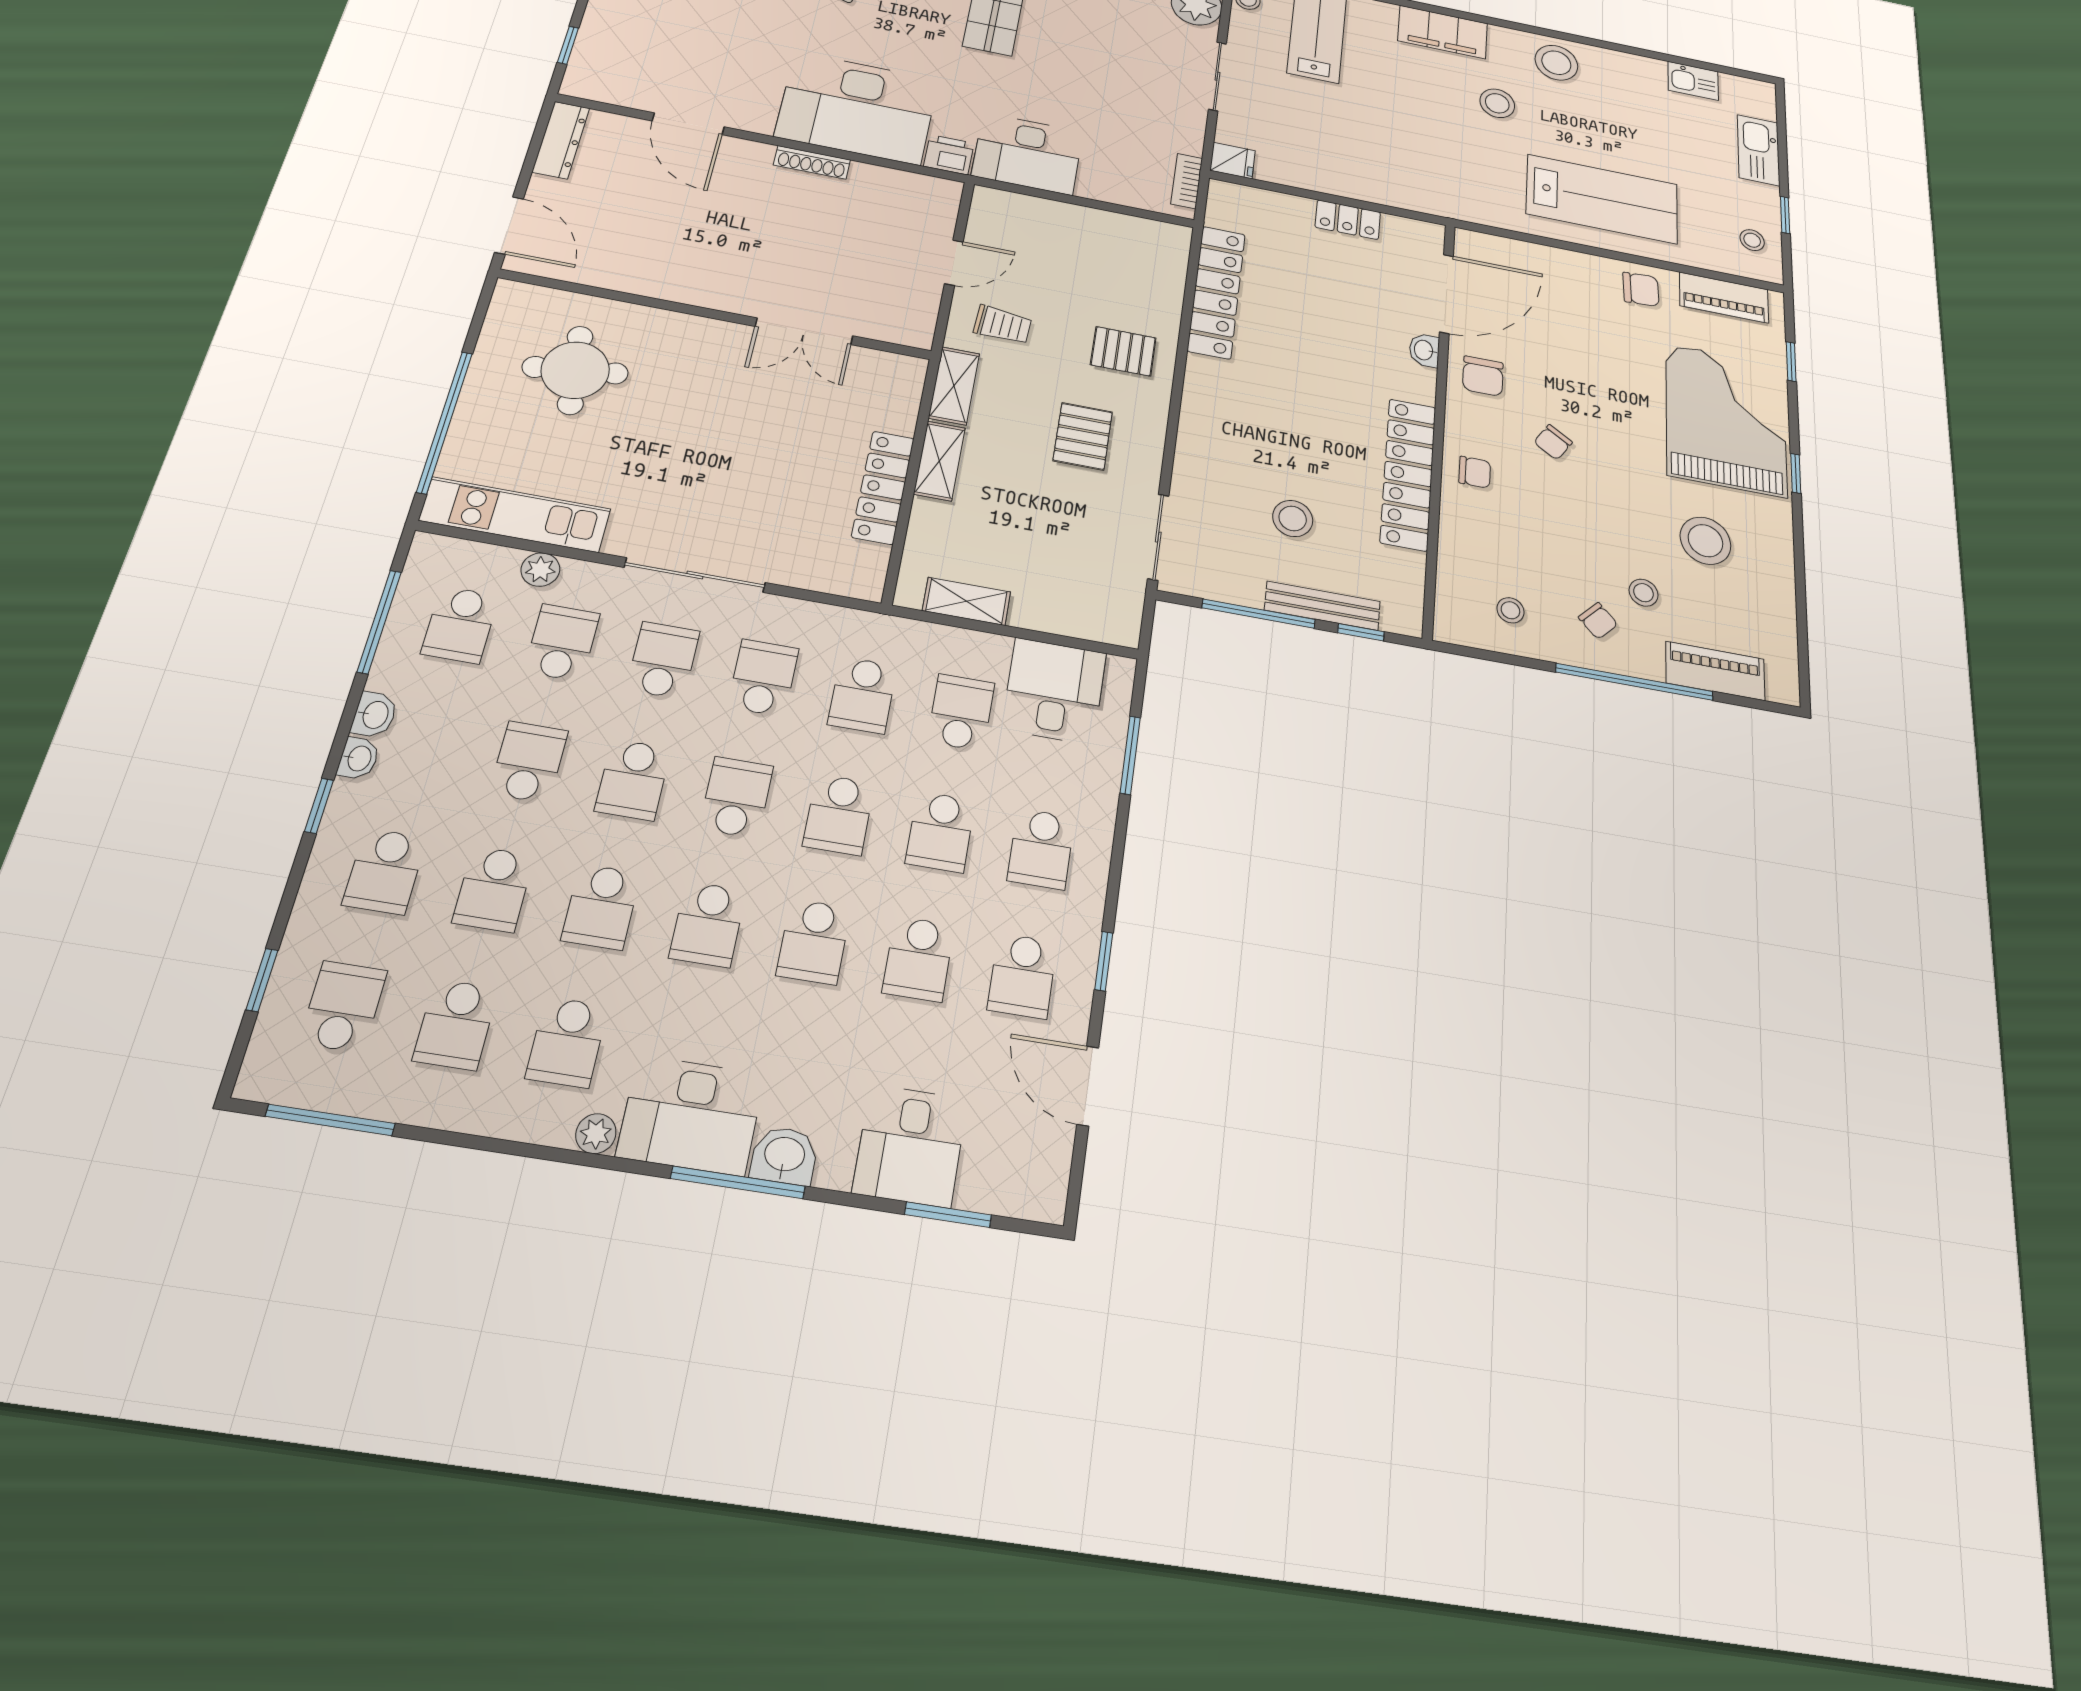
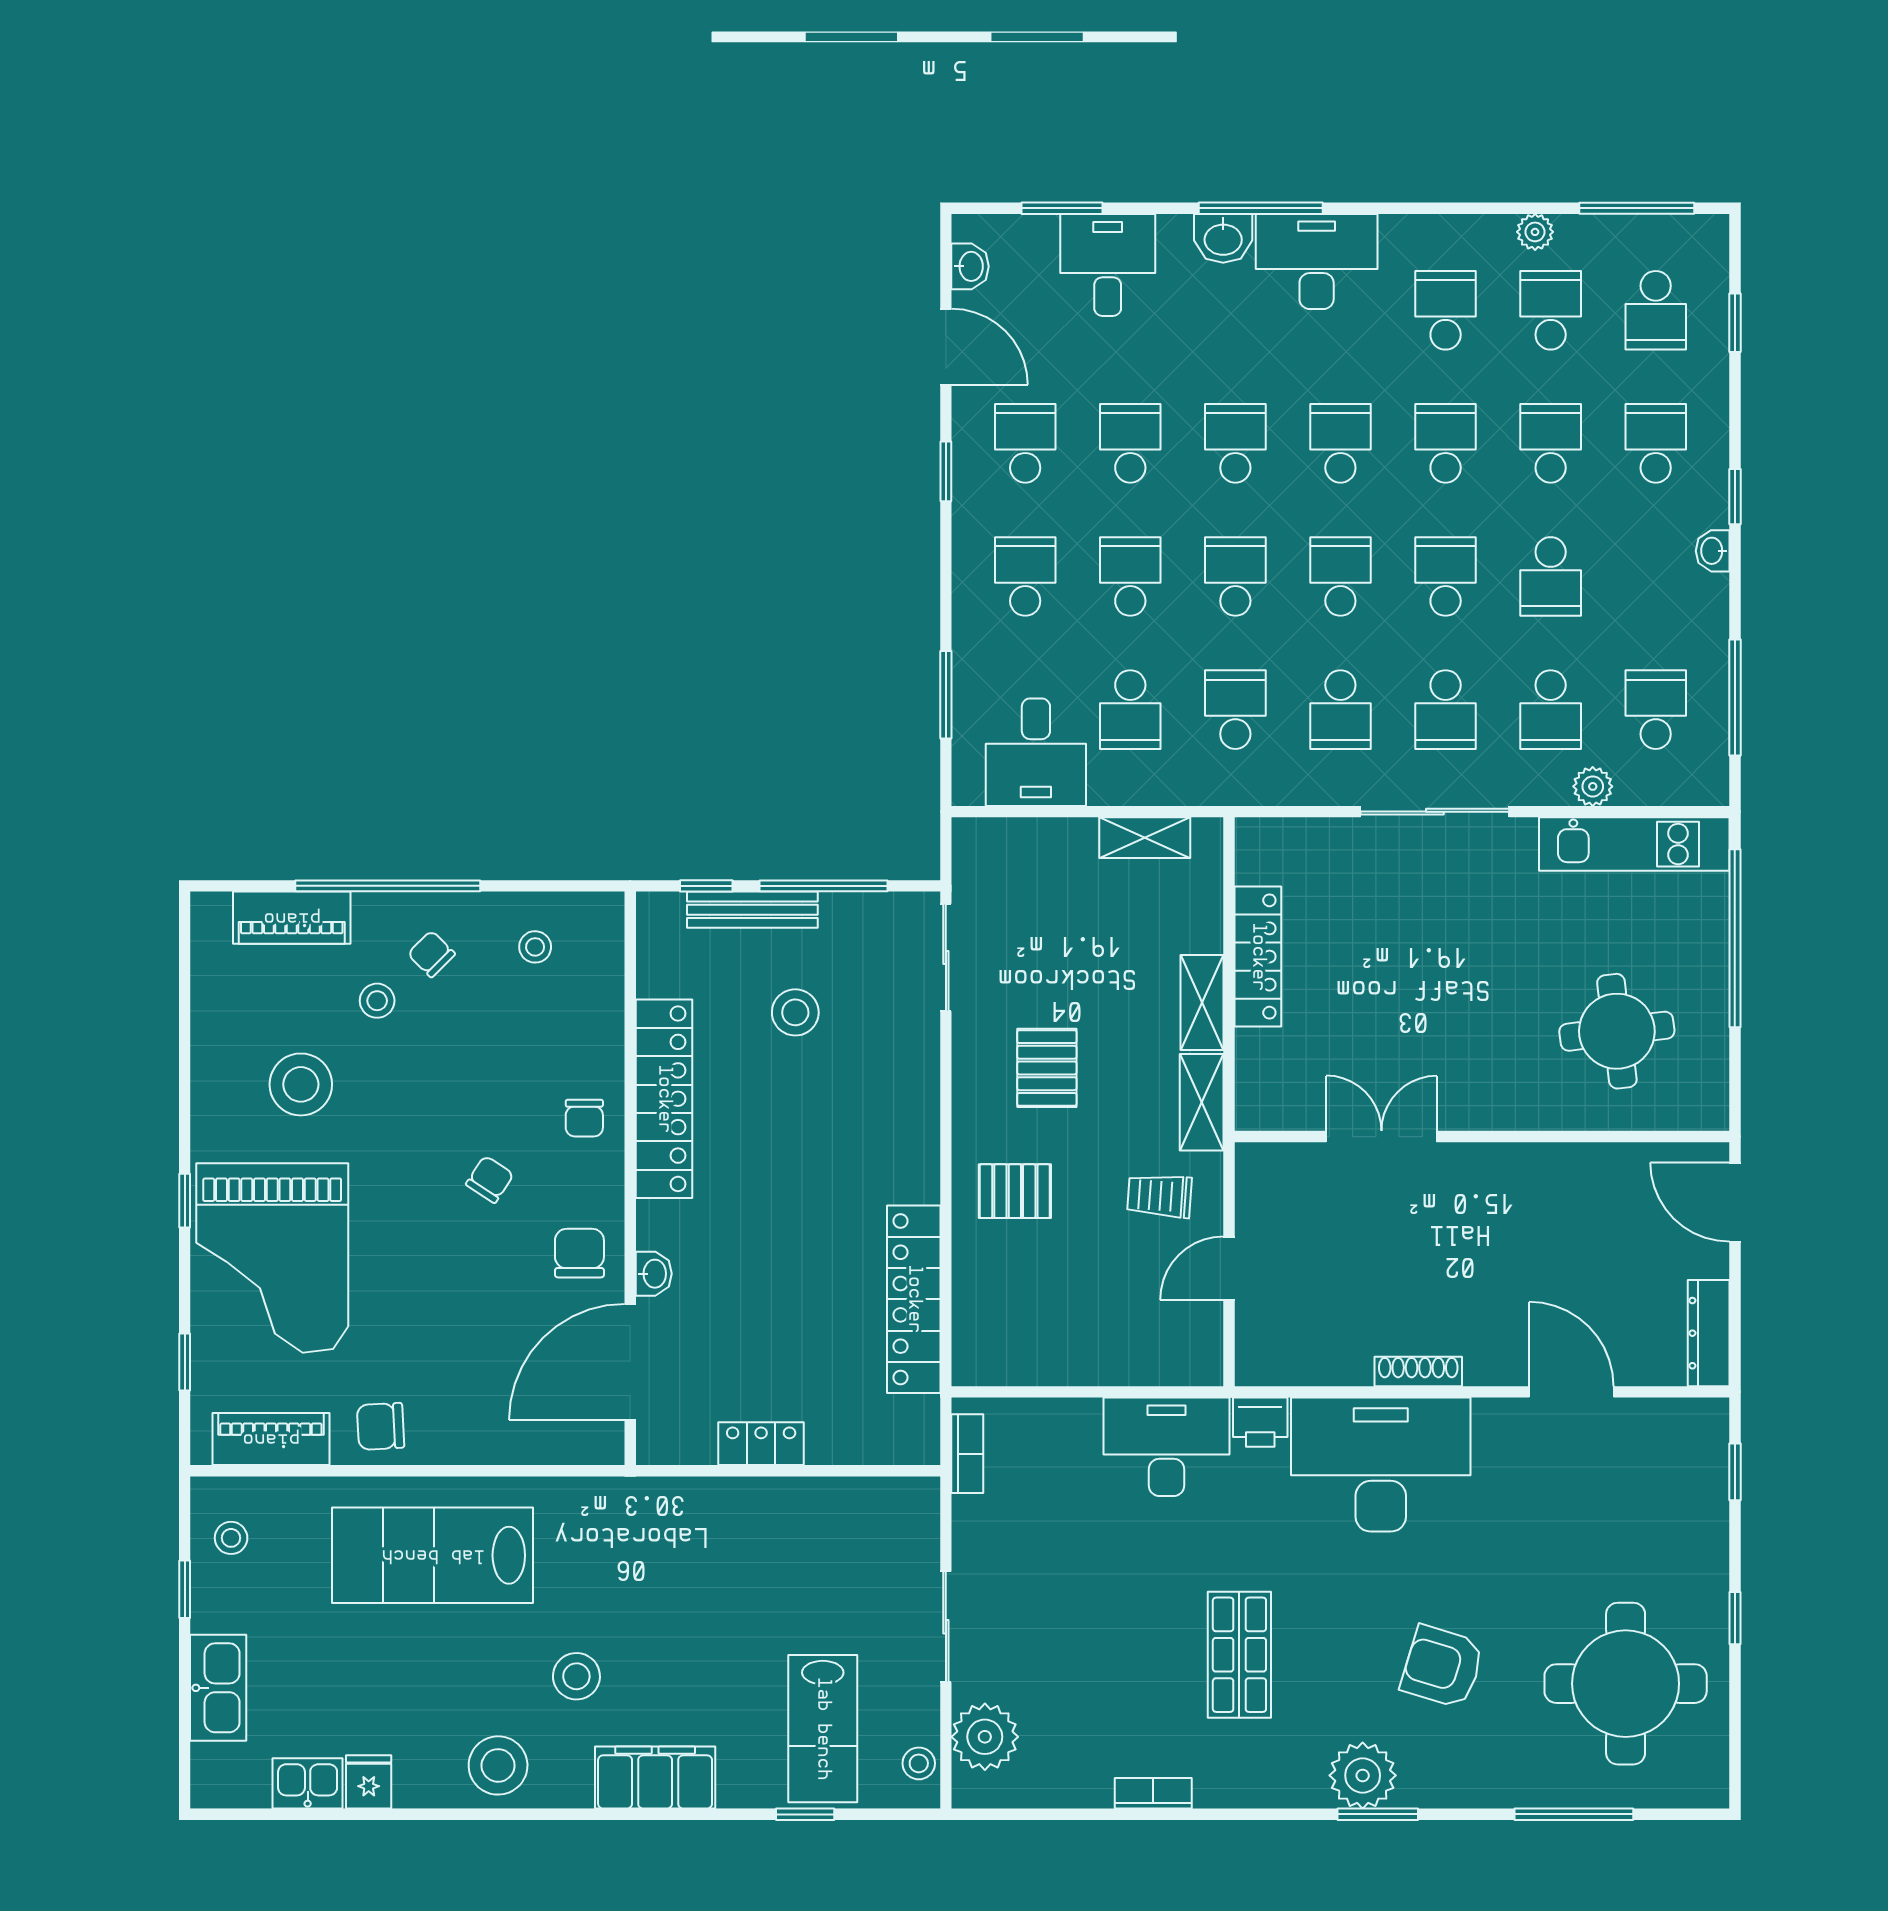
fridge: (1233, 161) -> (369, 1782), moved, turned 90
chair: (1475, 472) -> (584, 1118), turned -90
washbasin: (374, 715) -> (970, 266), moved, turned 180
school desk: (736, 797) -> (1340, 576), turned 180
plant: (596, 1134) -> (1535, 232), moved

